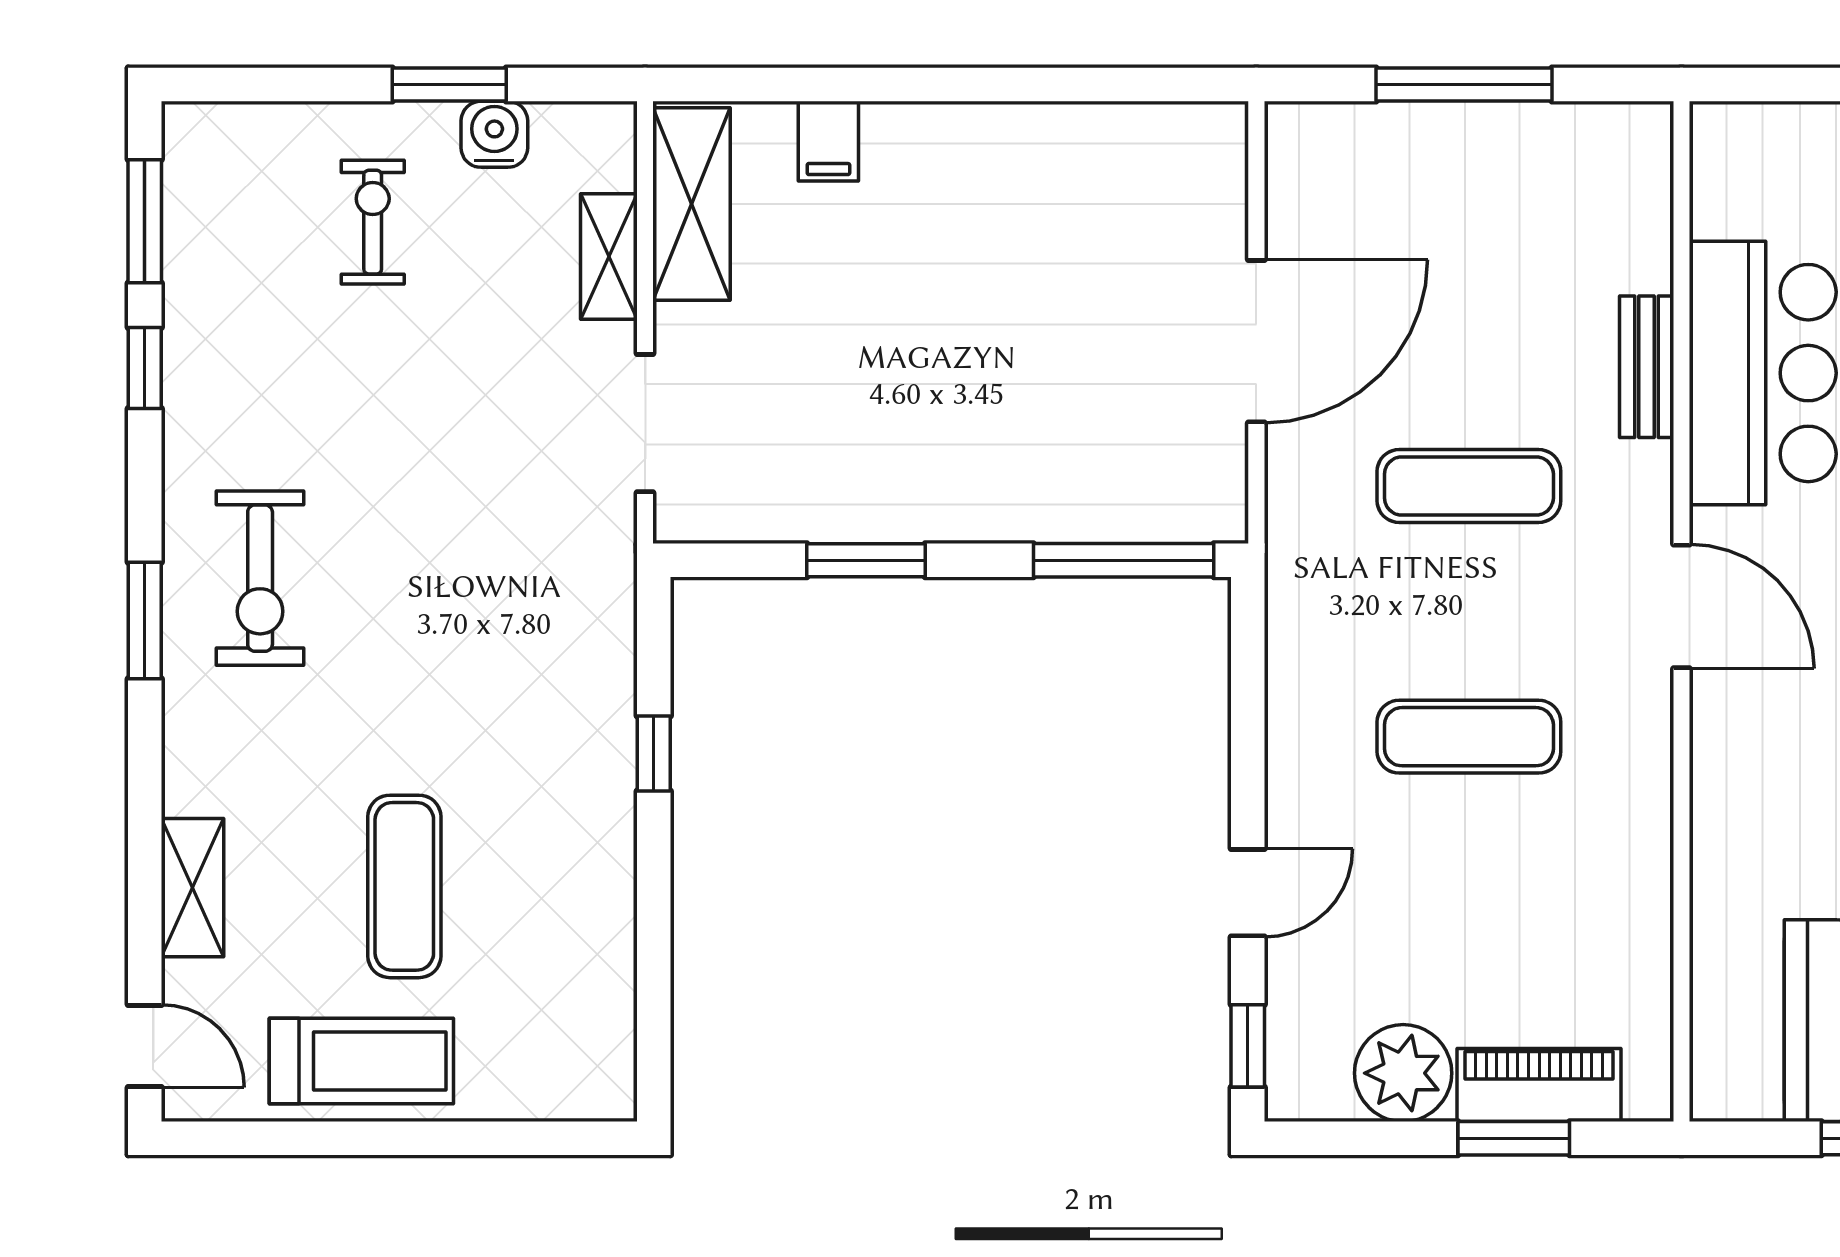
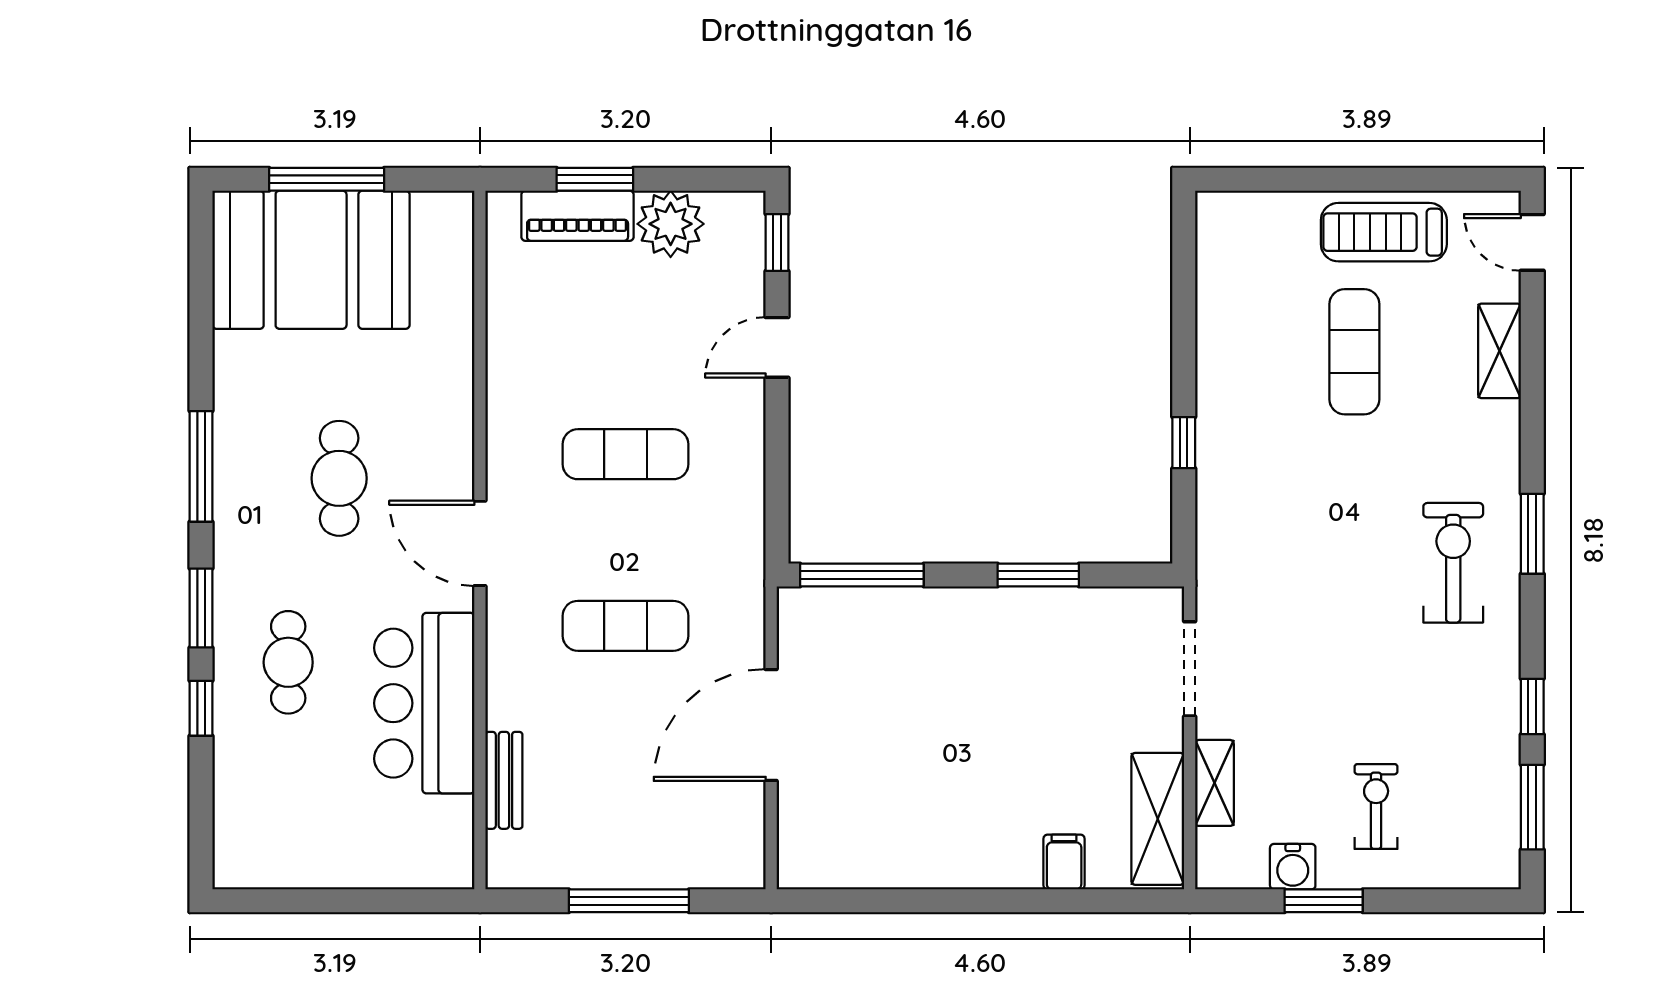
exercise bike: (373, 222) -> (1376, 807), turned 180
bench: (1647, 367) -> (504, 780), moved

